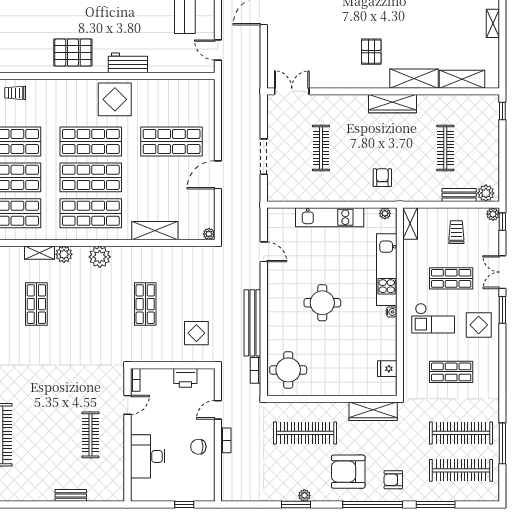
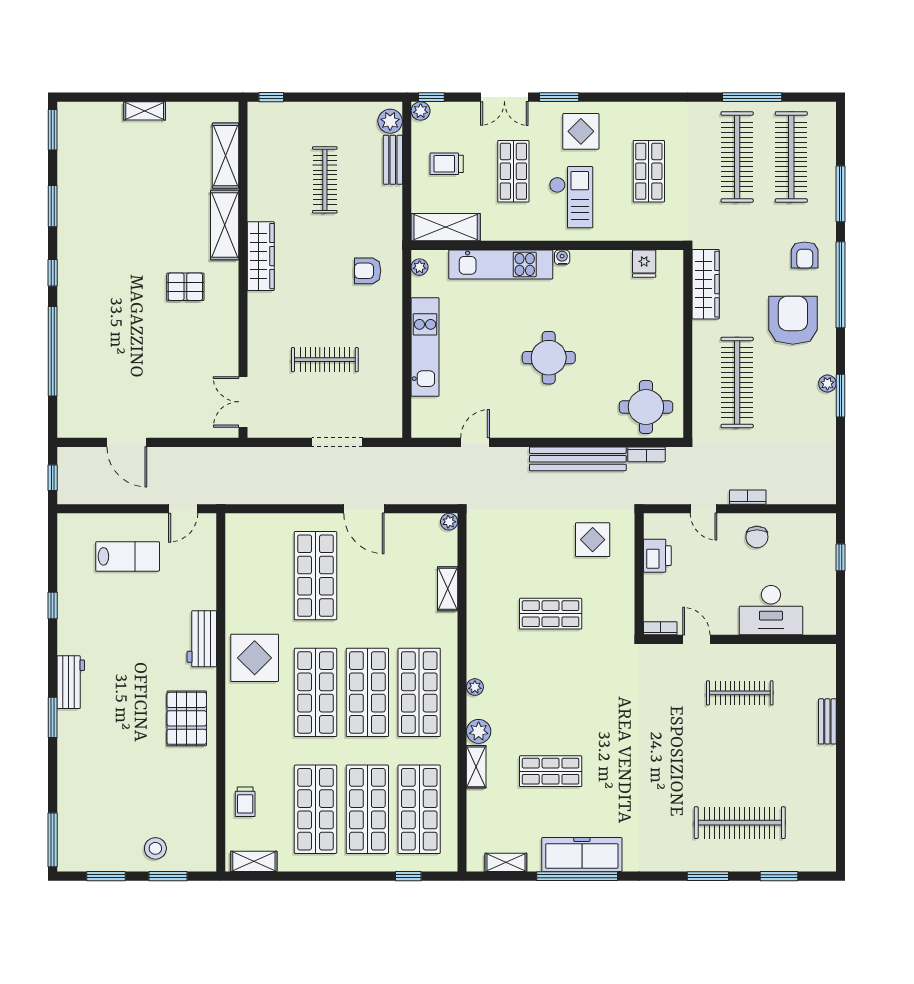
clothes rail: (445, 148) -> (325, 180), turned 90
shelving: (410, 224) -> (446, 227), width x1.50, depth x1.33
shelving: (155, 231) -> (448, 589), width x0.67, depth x0.75
plant: (100, 257) -> (475, 687), width x0.53, depth x0.53
armchair: (348, 472) -> (793, 320), turned 180

